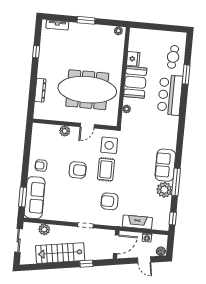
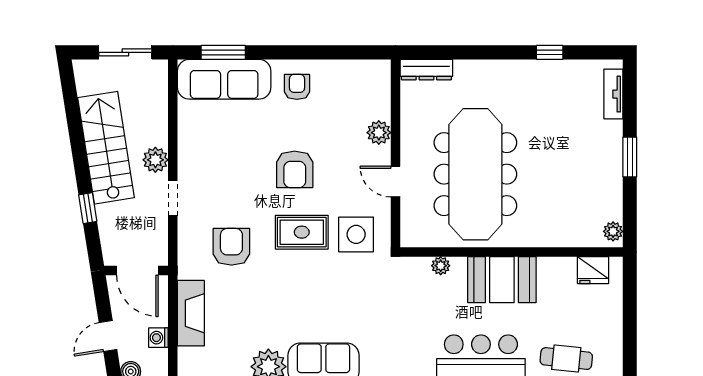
fridge: (133, 59) -> (593, 270), moved
dresser: (40, 90) -> (426, 70), moved
plant: (44, 229) -> (155, 160), moved

